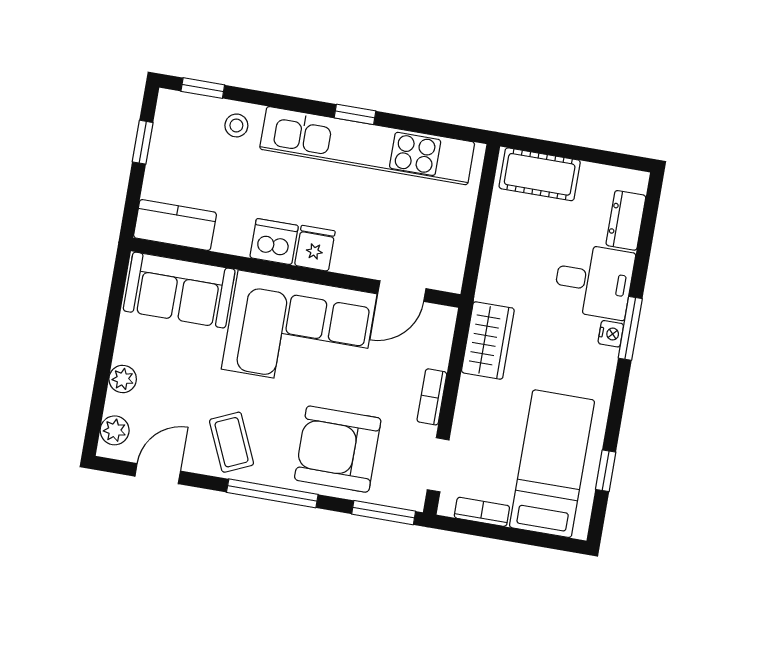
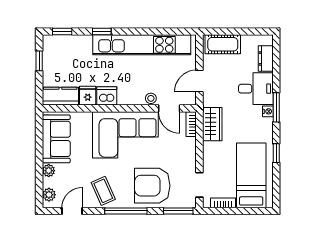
window: (355, 114) -> (102, 31), moved
stool: (236, 125) -> (151, 98), moved
door: (476, 244) -> (199, 81), added
fridge: (315, 248) -> (88, 96), moved
sofa: (179, 290) -> (56, 139), moved, turned -90
door: (402, 291) -> (169, 108), hinge flipped
bookcase: (432, 397) -> (191, 124), moved
window: (606, 471) -> (276, 153), moved

